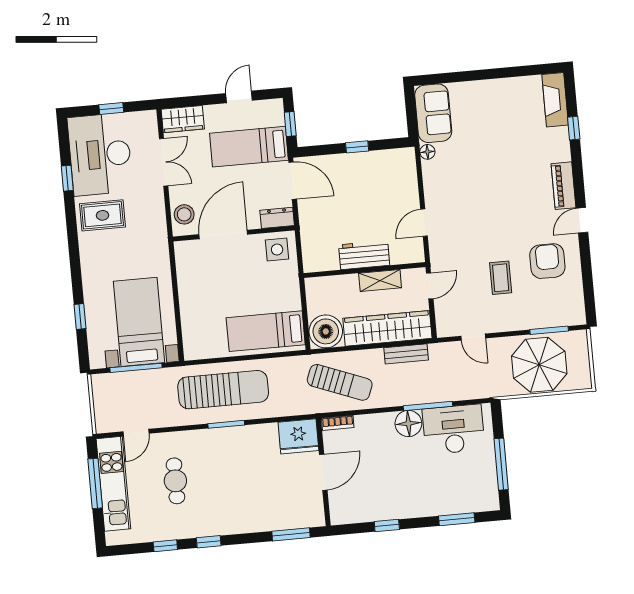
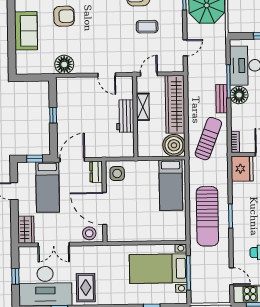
sofa: (433, 113) -> (26, 31), moved, turned 90
floor lamp: (427, 152) -> (64, 64), width x1.89, depth x1.89
armchair: (507, 152) -> (64, 16), added
double door: (164, 162) -> (54, 244), swing flipped
door: (430, 286) -> (149, 74), hinge flipped
bench: (406, 354) -> (222, 99), moved
sun lounger: (223, 390) -> (207, 216), turned 180

